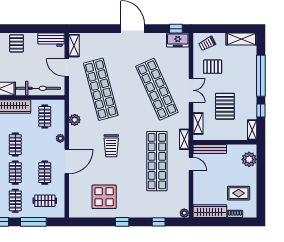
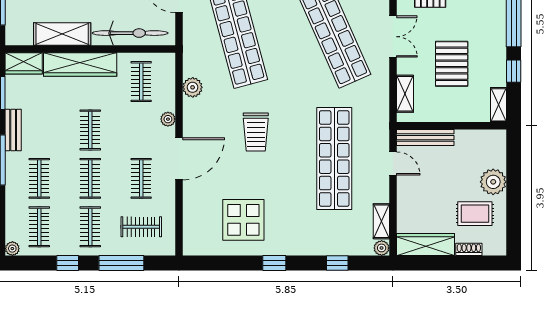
shelving: (184, 139) -> (381, 221), moved
plant: (249, 159) -> (493, 182), moved

